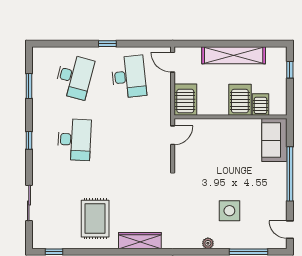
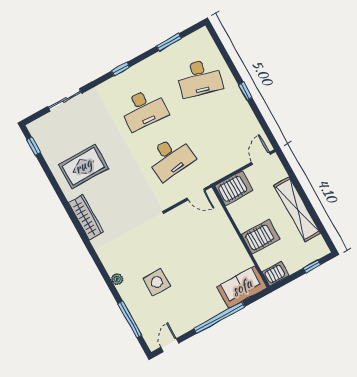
desk: (129, 77) -> (170, 157), moved
server rack: (260, 105) -> (275, 274), moved

